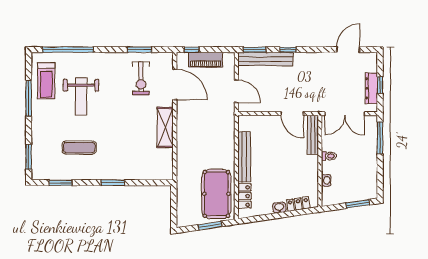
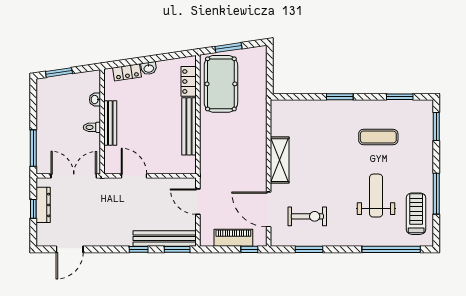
exercise bike: (141, 78) -> (307, 216), turned 90
bench: (313, 135) -> (110, 123), moved

